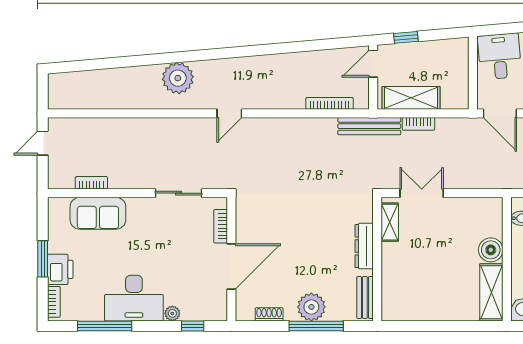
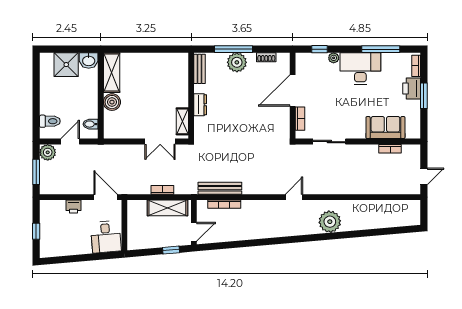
bench: (369, 126) -> (220, 188), moved
dresser: (364, 246) -> (200, 105), width x0.70

